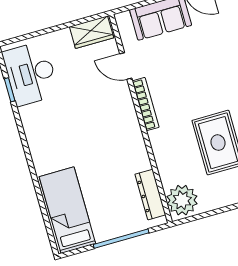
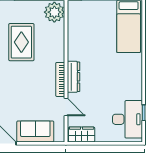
dresser: (150, 195) -> (73, 77), moved

